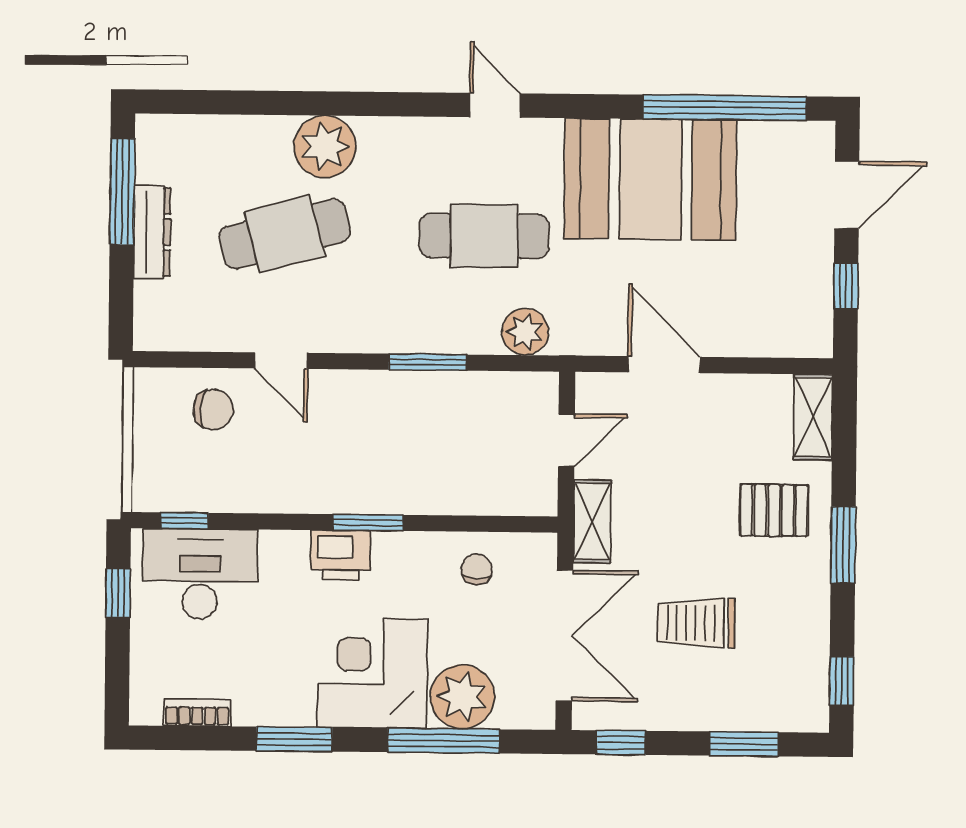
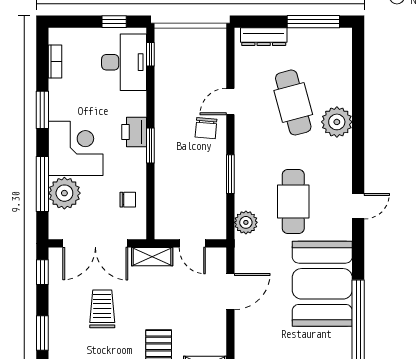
dresser: (152, 232) -> (264, 37), moved
chair: (213, 410) -> (206, 128), moved

